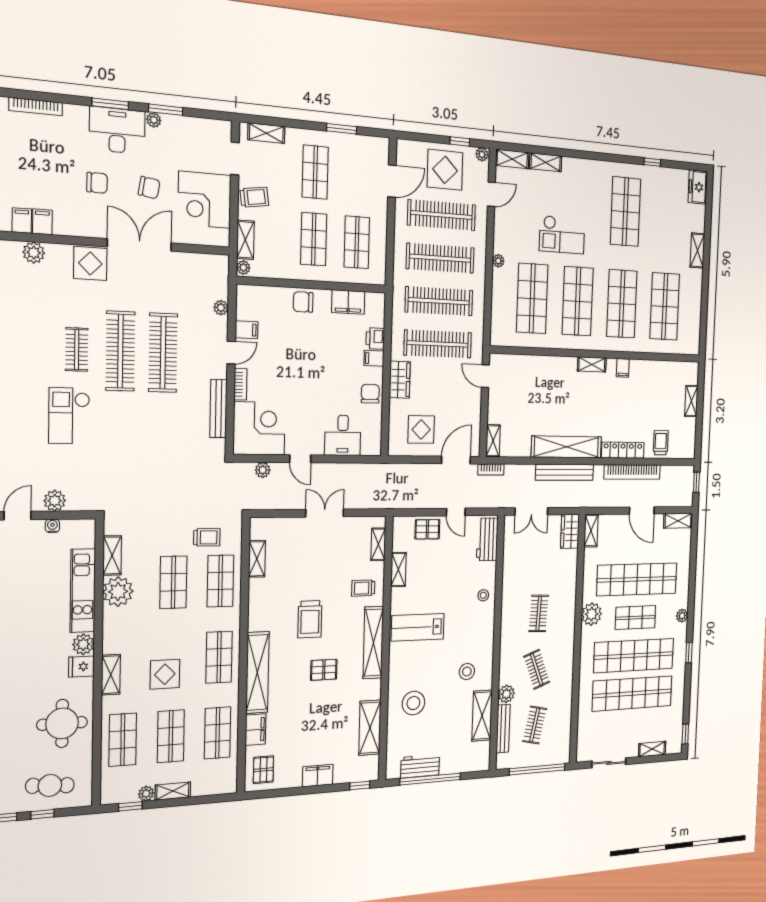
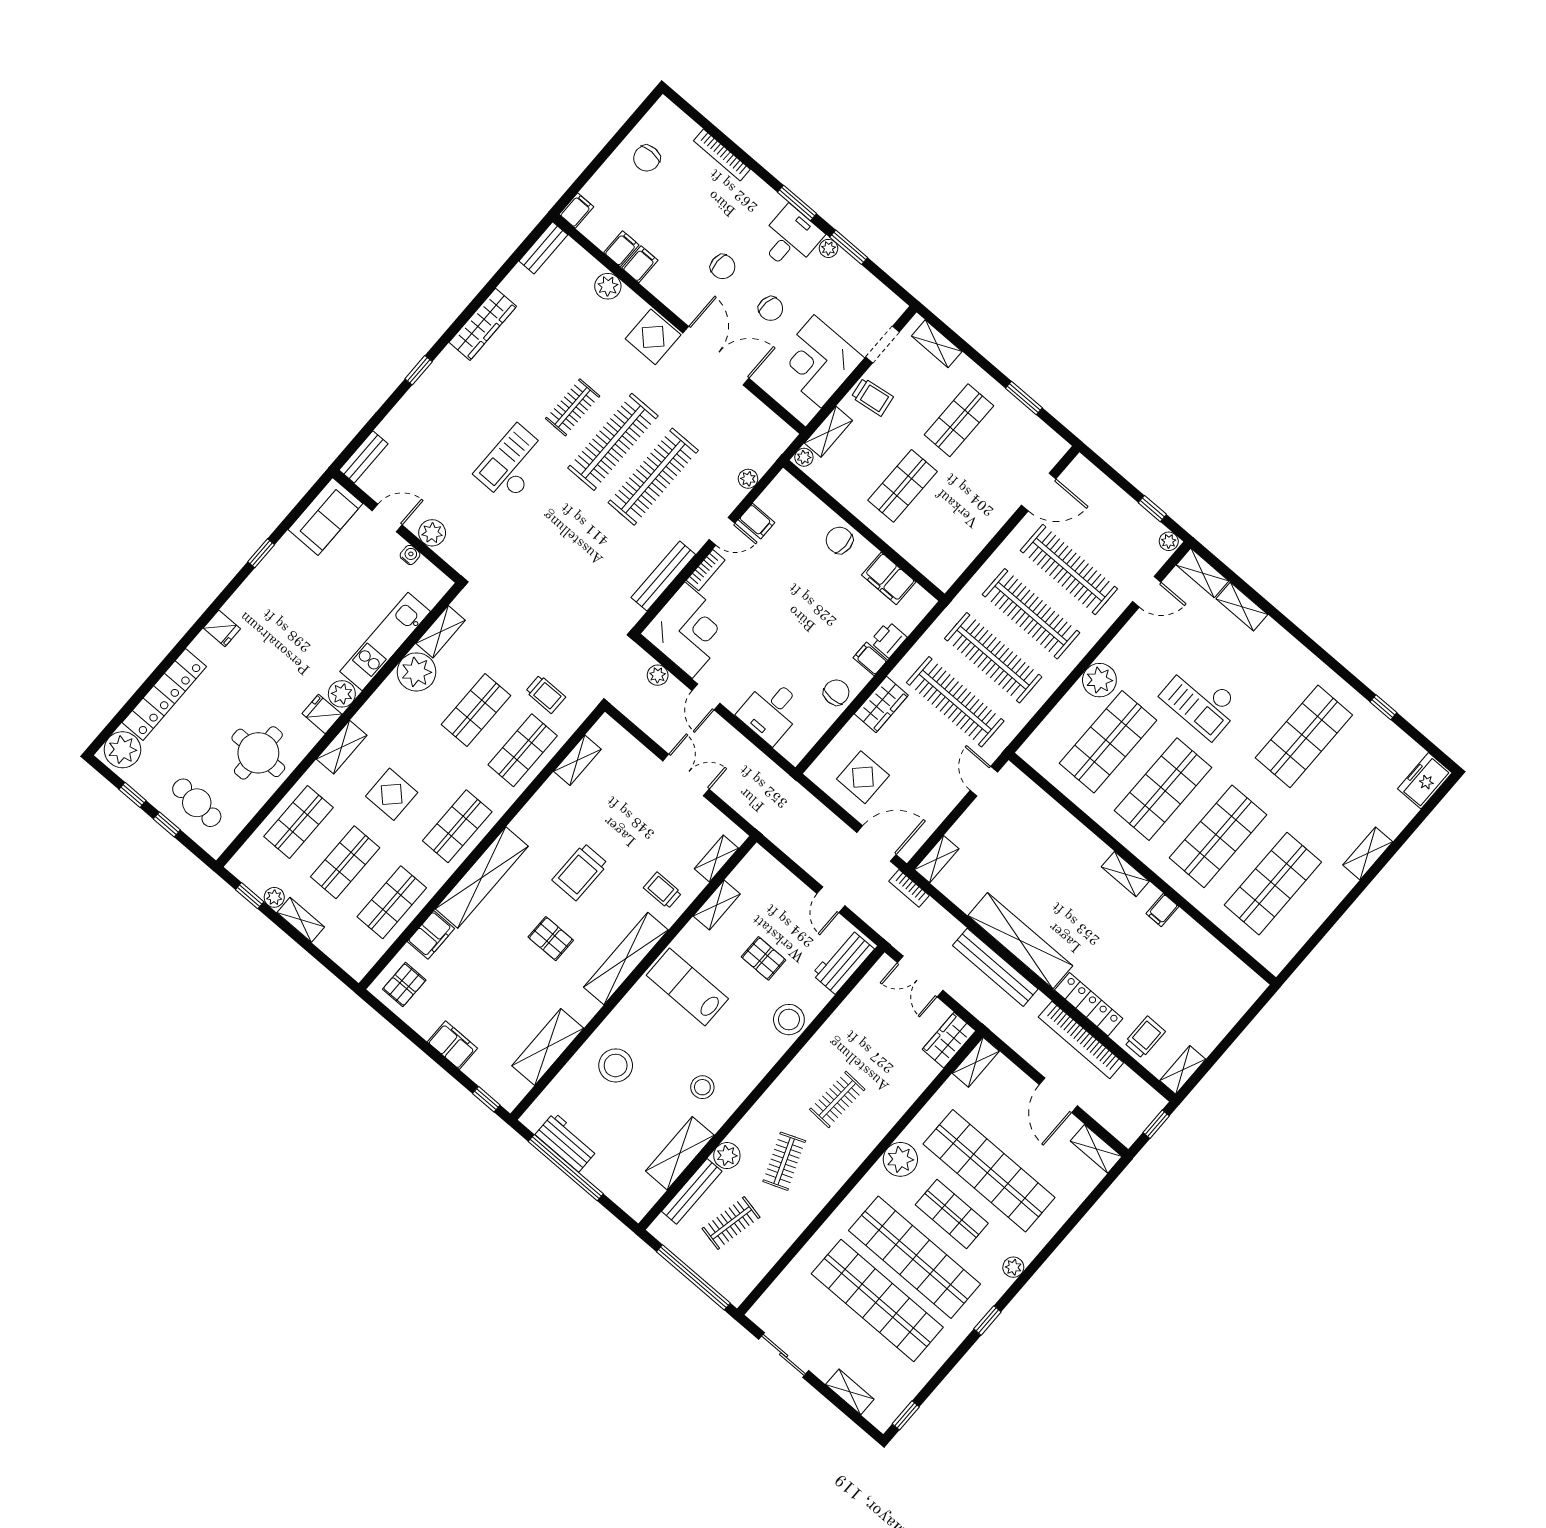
desk: (117, 130) -> (790, 238), width x0.73
display table: (445, 170) -> (1111, 525), removed
shop shelf: (357, 242) -> (948, 525), removed
plant: (498, 261) -> (1099, 680), width x1.88, depth x1.88
shelving: (691, 401) -> (1183, 1070), moved
pallet: (427, 529) -> (763, 958), moved
stool: (483, 595) -> (789, 1020), width x1.89, depth x1.89

